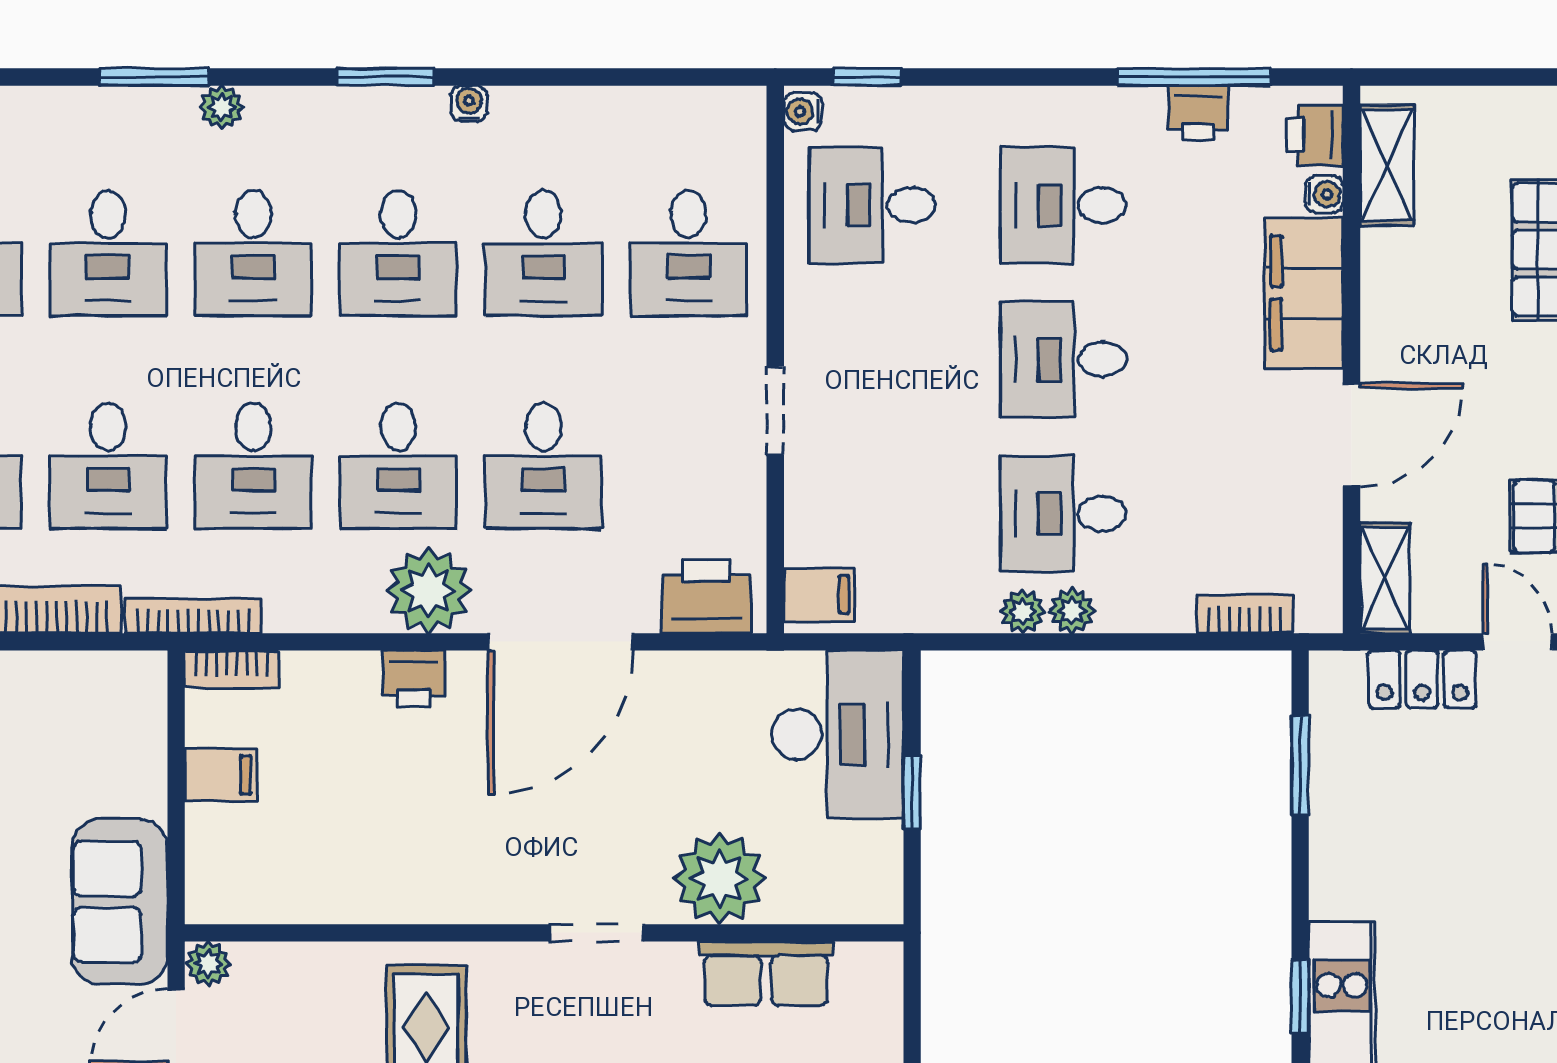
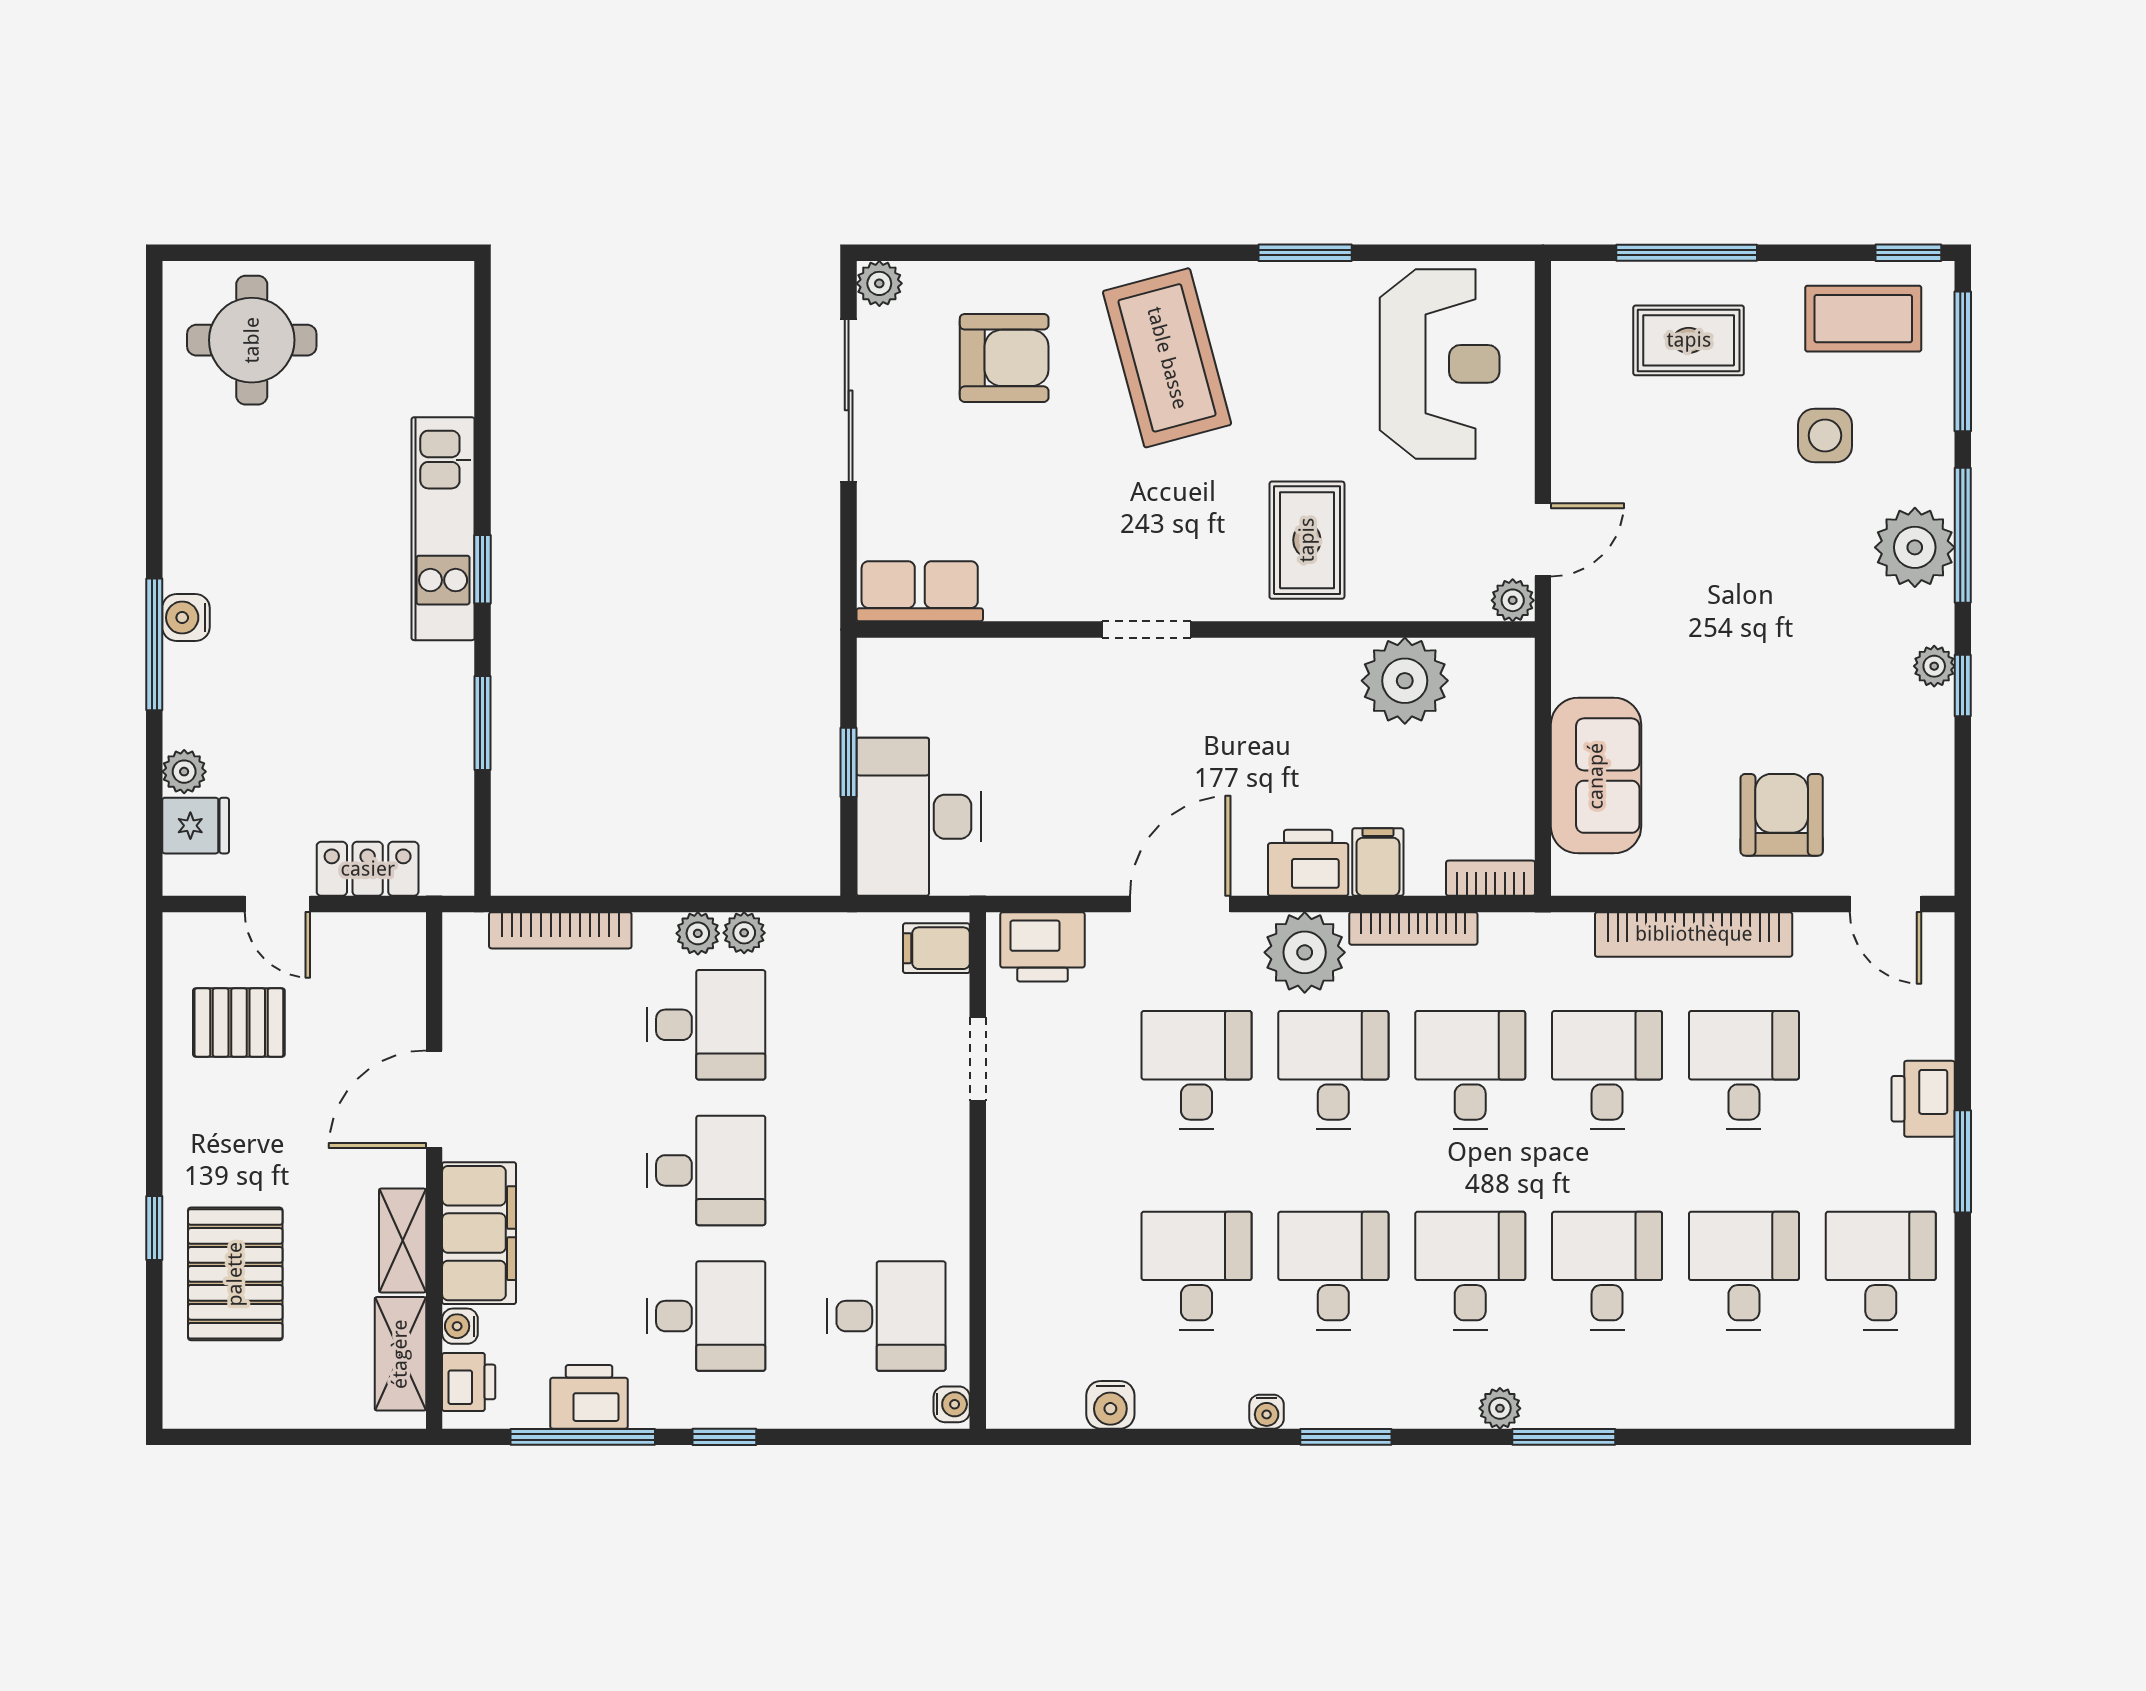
window: (867, 77) -> (724, 1437), moved
water cooler: (635, 111) -> (1110, 1405), added
printer: (1198, 113) -> (589, 1397), width x1.36, depth x1.24
desk: (688, 253) -> (1060, 1271), removed
doorway: (775, 410) -> (978, 1059), moved
shelving: (1385, 578) -> (403, 1241), moved
bookcase: (1245, 614) -> (560, 930), width x1.56
bookcase: (193, 616) -> (1413, 928), moved
door: (561, 642) -> (1180, 904), width x0.73
printer: (414, 679) -> (1308, 863), width x1.36, depth x1.24
window: (1300, 765) -> (483, 723), moved
filing cabinet: (221, 775) -> (1378, 862), moved, turned 90
plant: (719, 879) -> (1405, 681), moved
sofa: (120, 902) -> (1596, 776), moved
row of seats: (766, 973) -> (920, 591), moved

